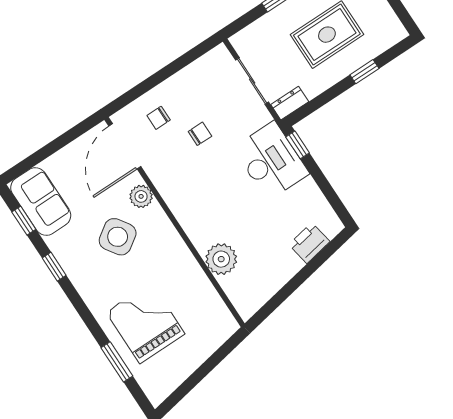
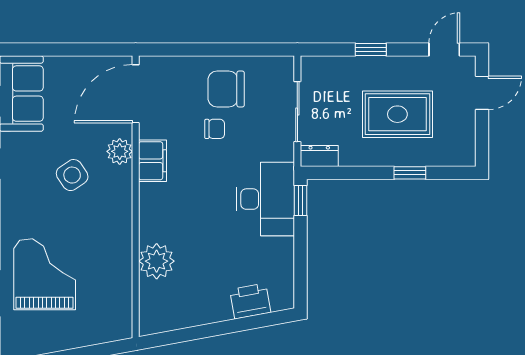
chair: (159, 118) -> (226, 89), moved, width x1.87, depth x1.87
filing cabinet: (170, 187) -> (153, 161), added
side table: (118, 237) -> (72, 175), width x0.73, depth x0.73

